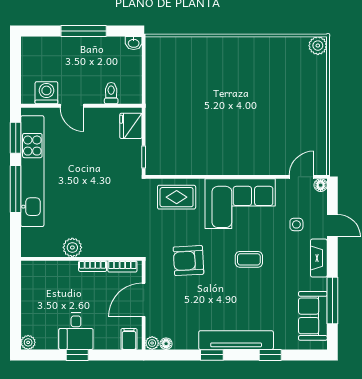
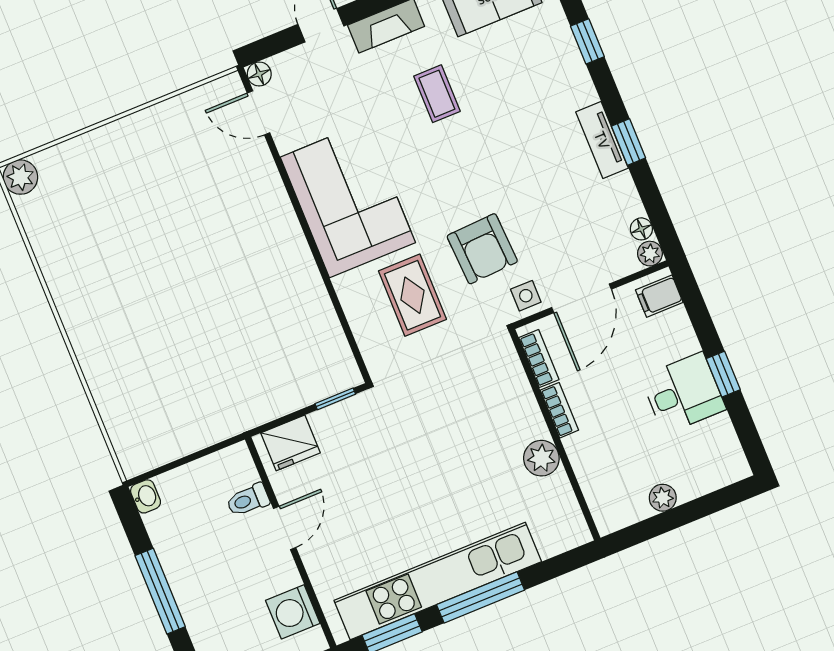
door: (72, 106) -> (285, 528), moved
rug: (177, 197) -> (412, 295), moved
side table: (296, 224) -> (526, 296), moved
coffee table: (249, 259) -> (437, 94), moved
door: (144, 300) -> (581, 298), hinge flipped
tv unit: (236, 340) -> (602, 140), width x0.52, depth x0.78
plant: (28, 342) -> (663, 498), moved

